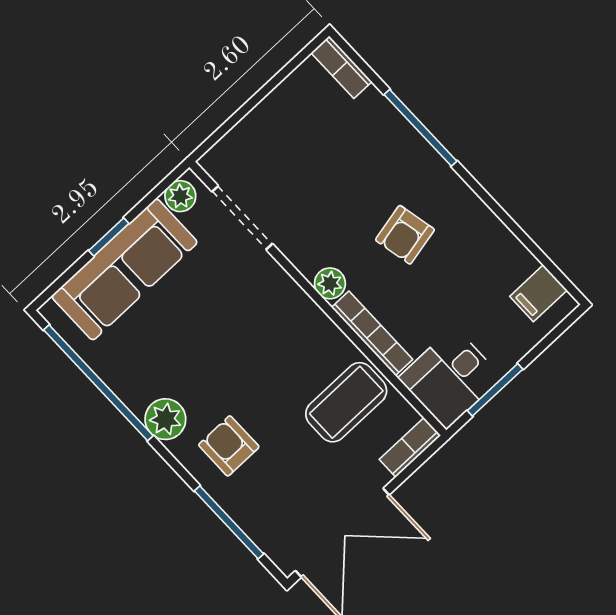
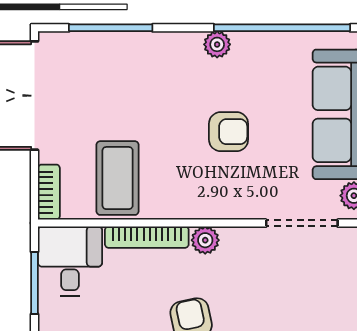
plant: (165, 419) -> (217, 44), width x0.73, depth x0.73
armchair: (229, 446) -> (229, 132), moved

